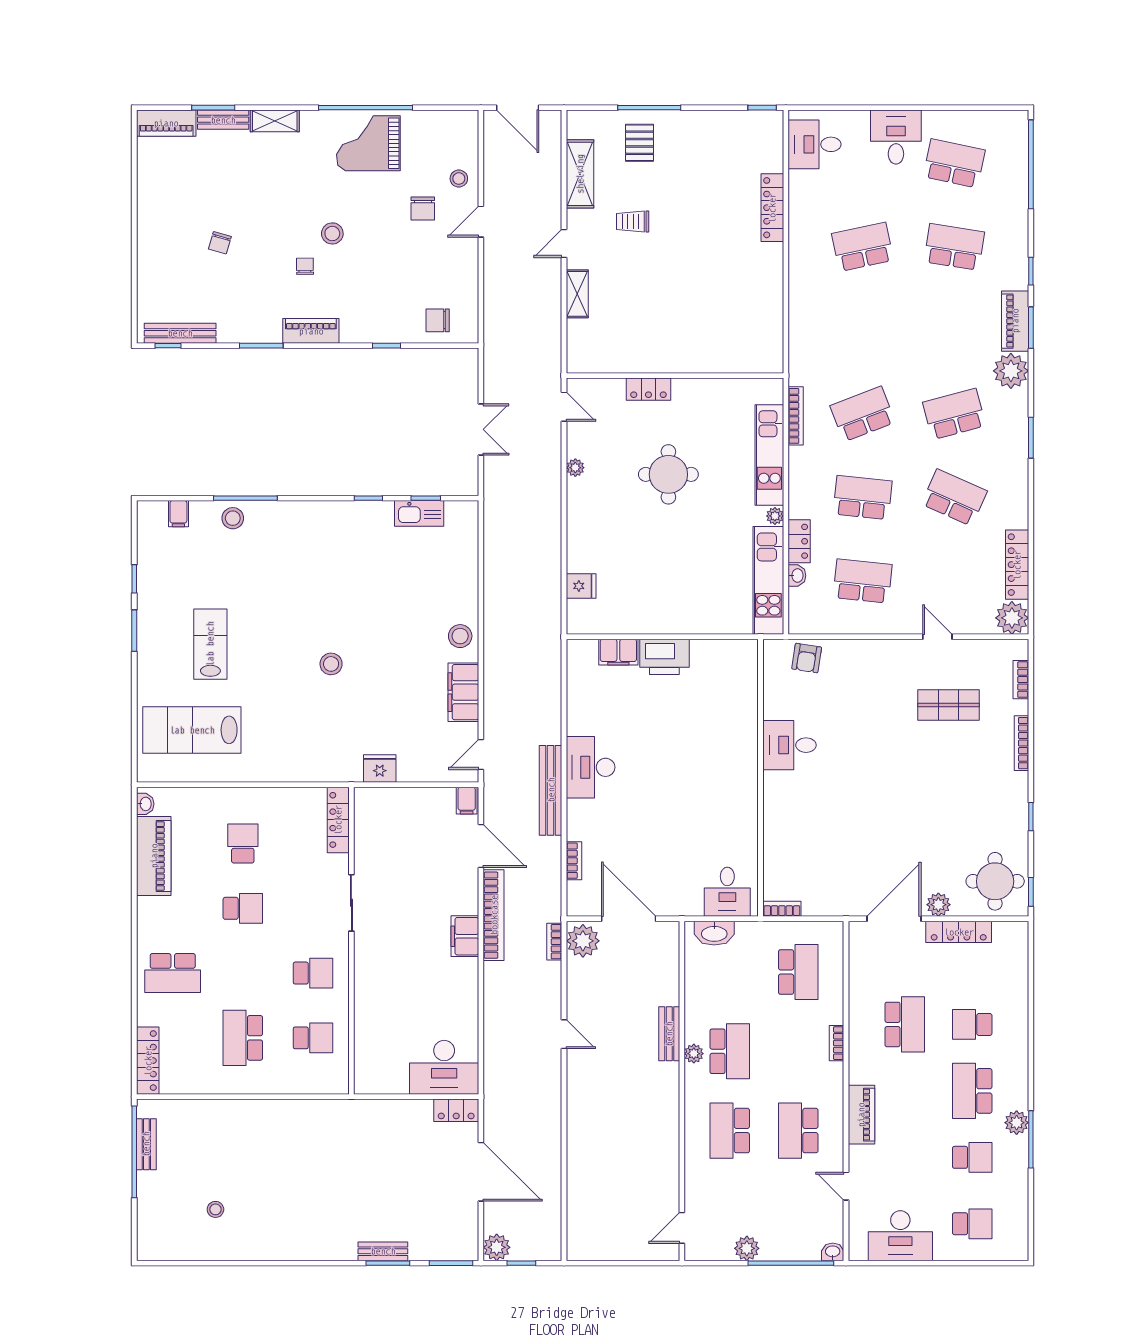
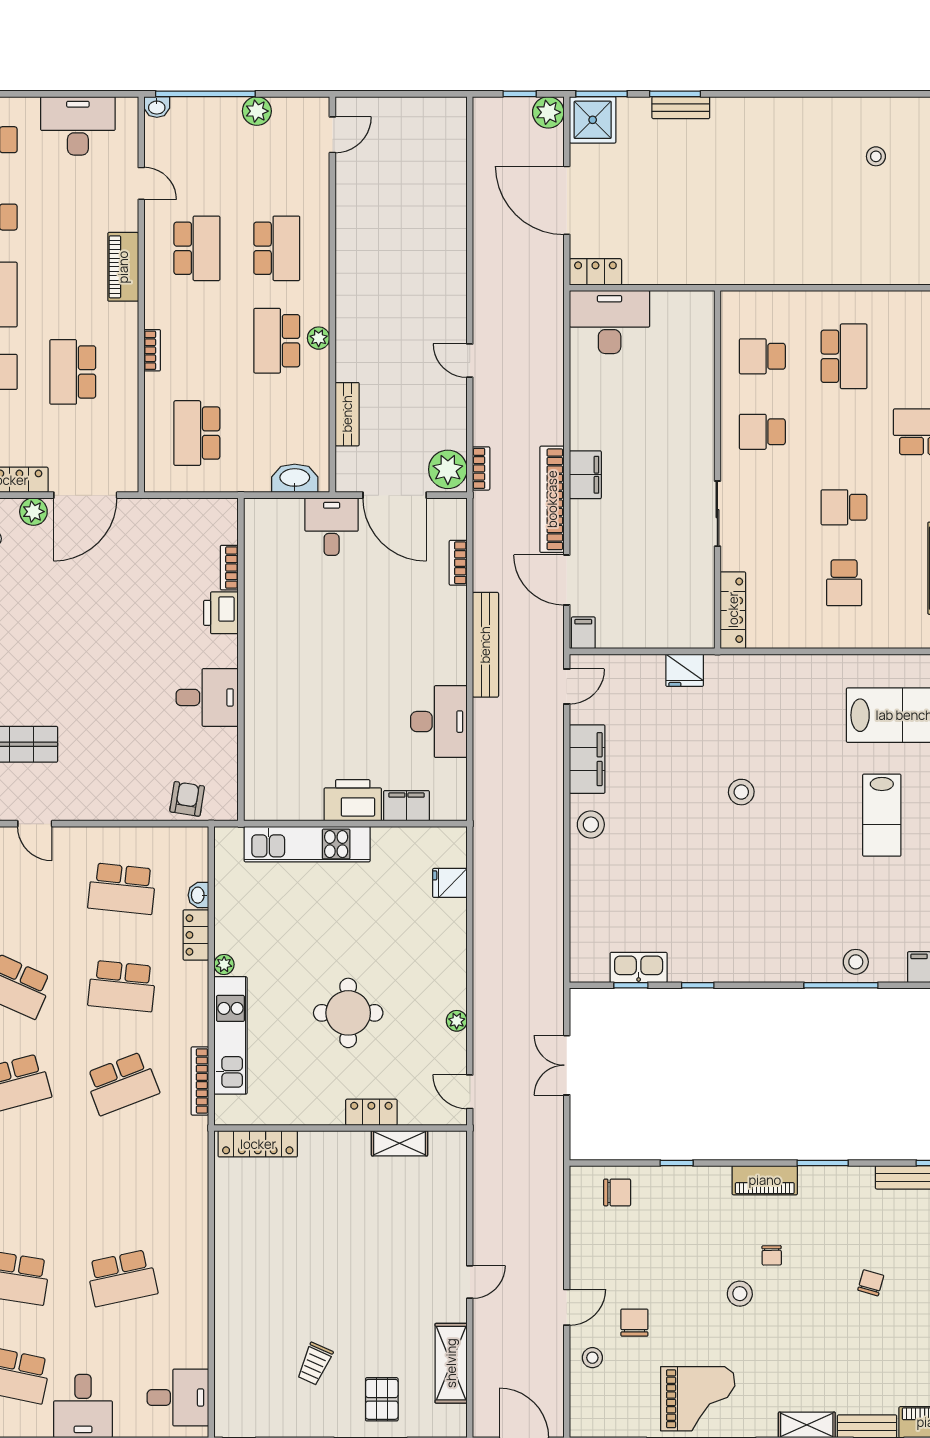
locker: (772, 208) -> (258, 1144), moved, turned 90
trolley: (633, 222) -> (315, 1364), moved, turned 114
shelving: (577, 294) -> (400, 1143), moved, turned 90
kitchen unit: (768, 580) -> (307, 844), moved, turned 90
desk: (591, 767) -> (439, 722), moved
printer: (778, 818) -> (221, 613), added
desk: (727, 892) -> (332, 527), moved
bookcase: (782, 909) -> (229, 568), moved, turned 90
bench: (669, 1034) -> (347, 414), moved
shower: (459, 1241) -> (593, 120), added

